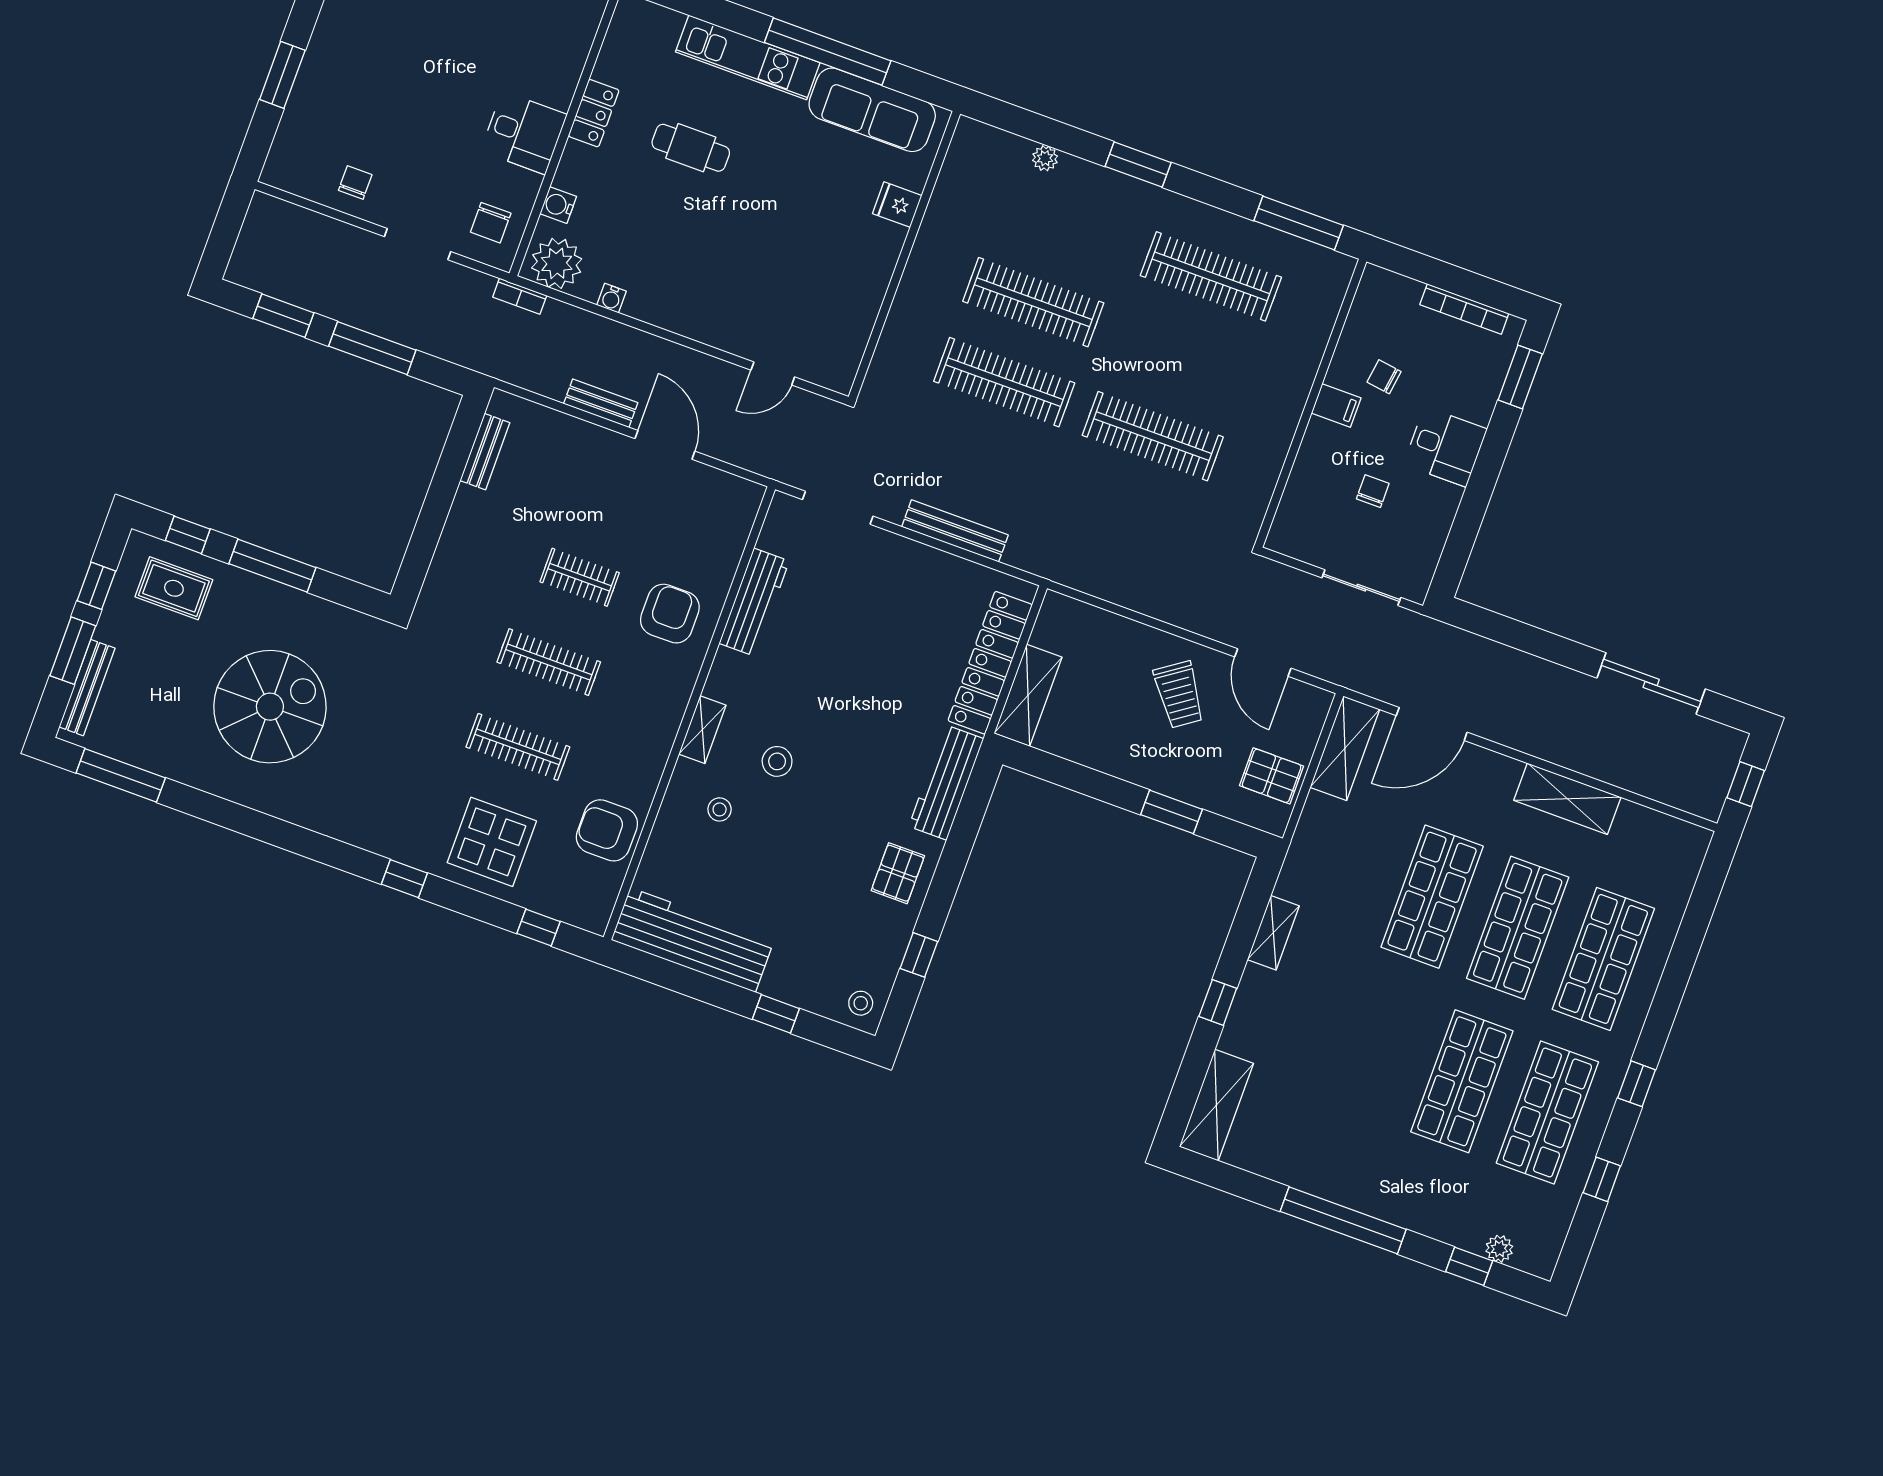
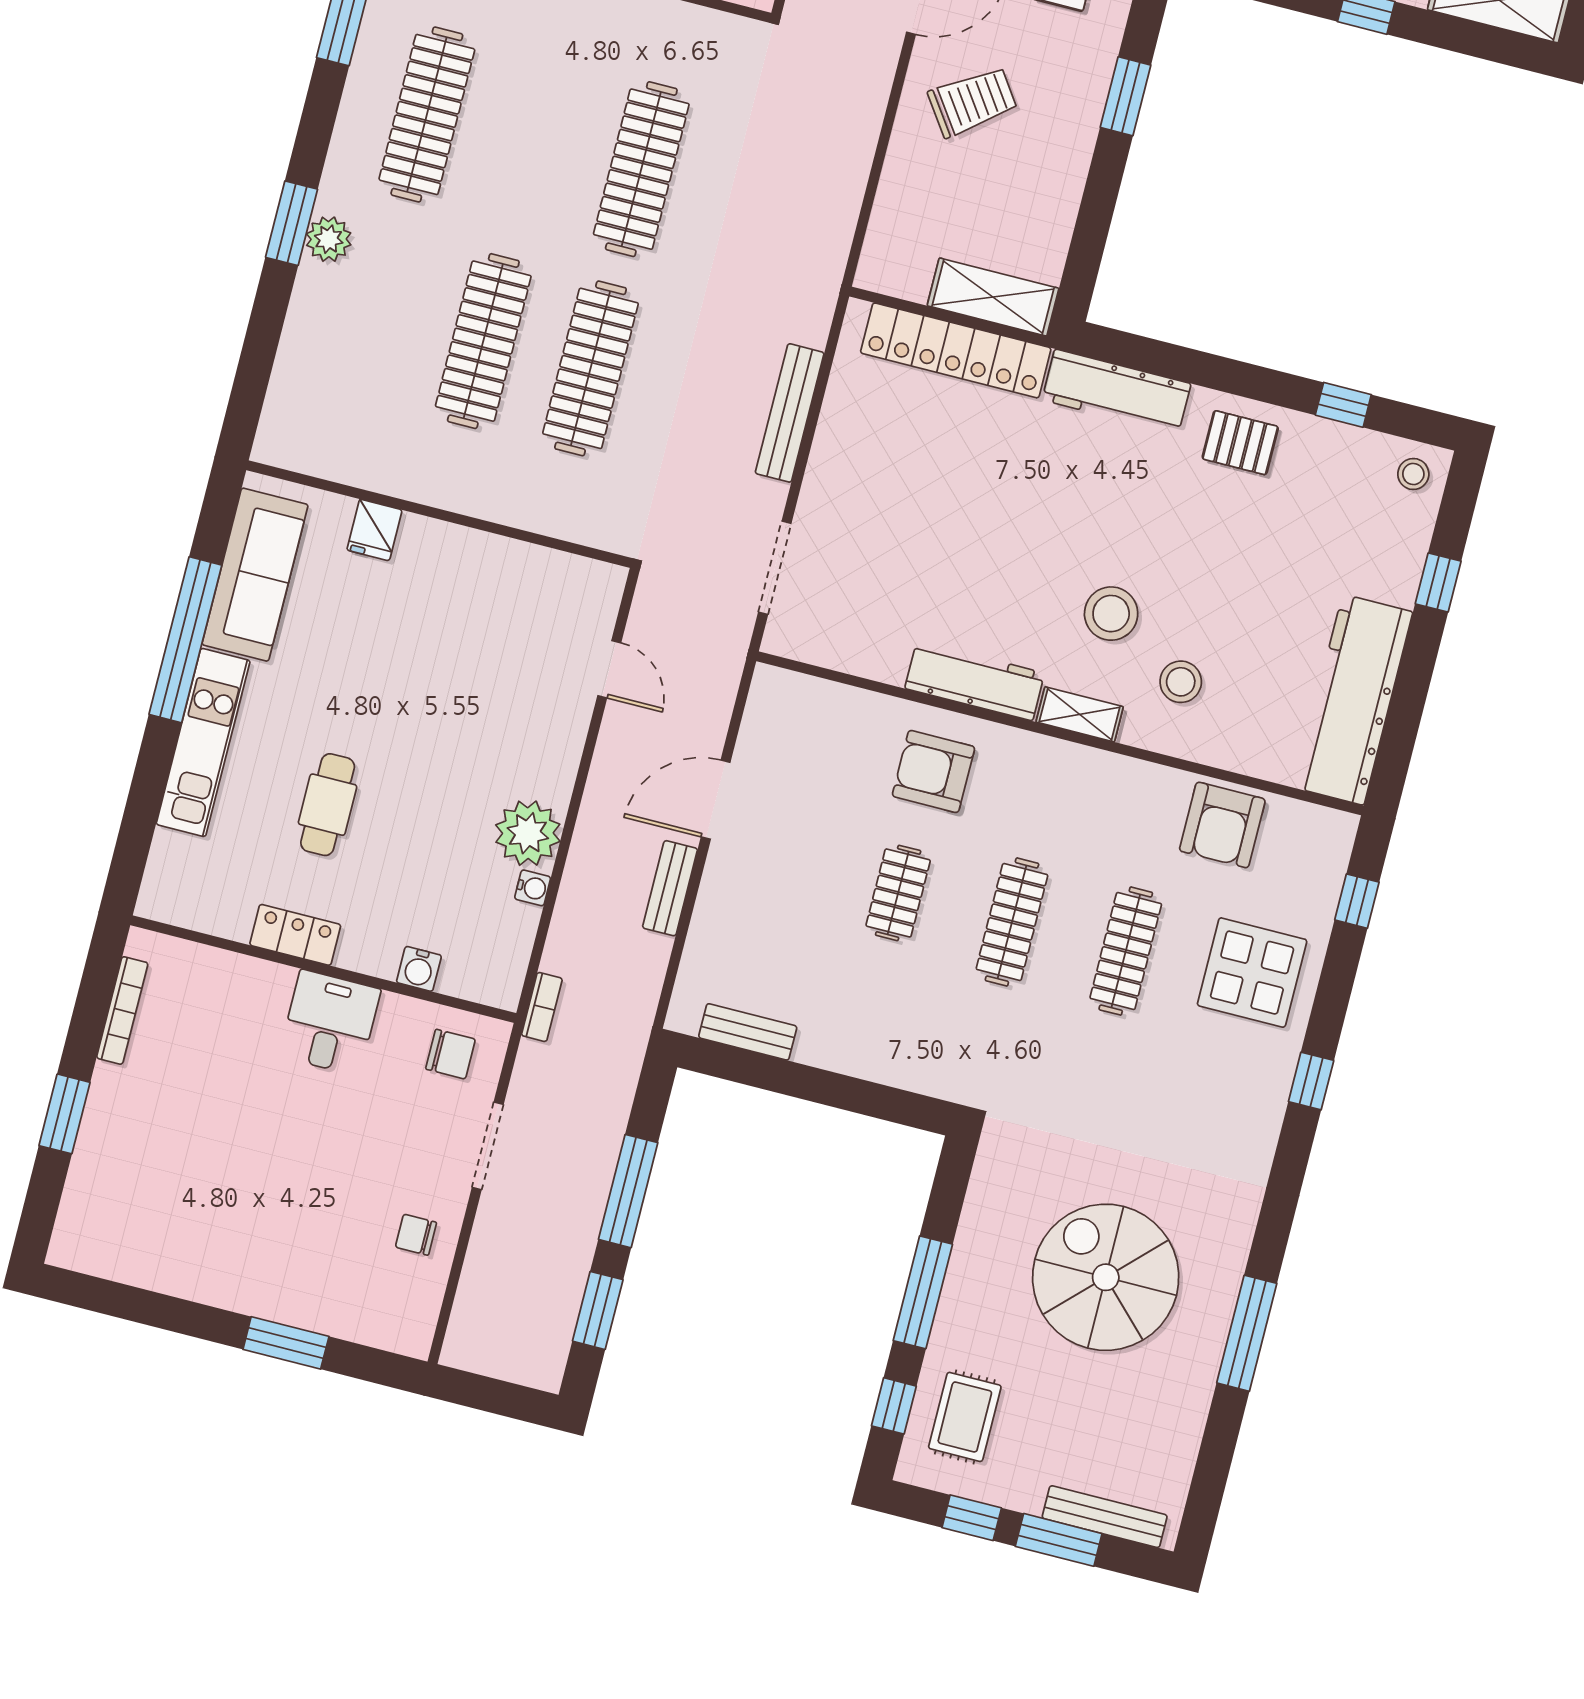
plant: (1045, 158) -> (329, 239), moved, width x1.38, depth x1.38
plant: (557, 263) -> (528, 833), moved
workbench: (754, 602) -> (975, 681), moved
stool: (777, 761) -> (1111, 614), width x1.38, depth x1.38
window: (121, 775) -> (1247, 1333), moved
stool: (720, 809) -> (1181, 682), width x1.37, depth x1.37

